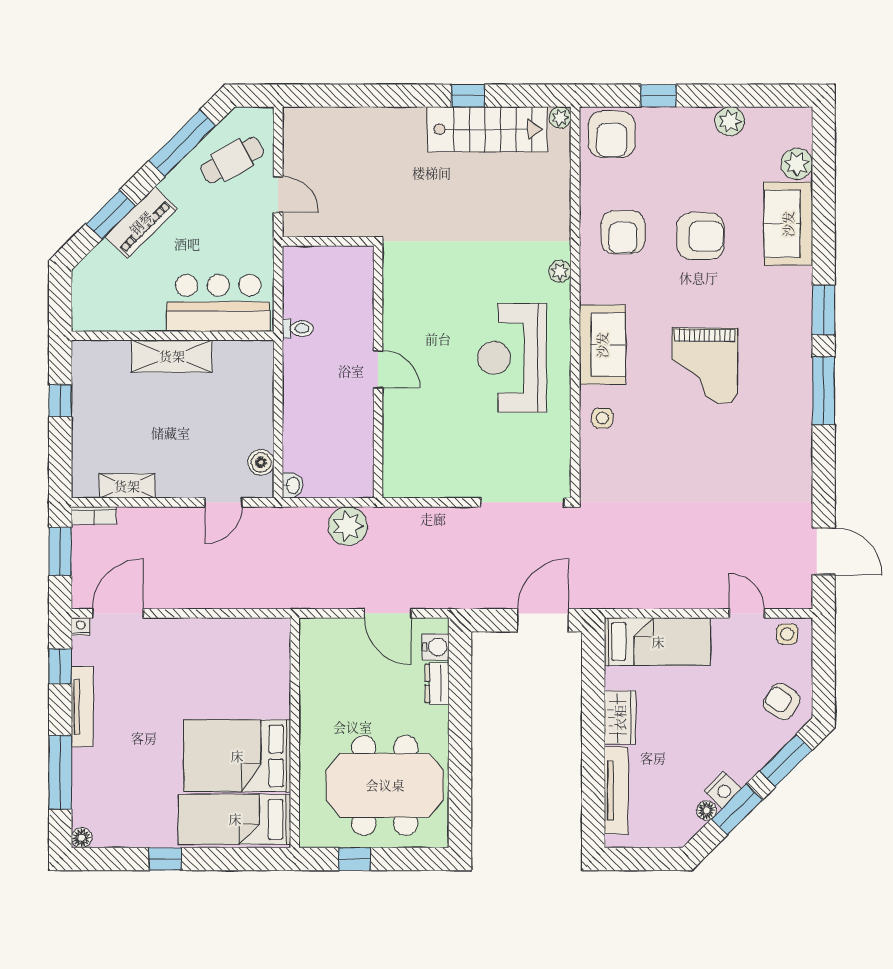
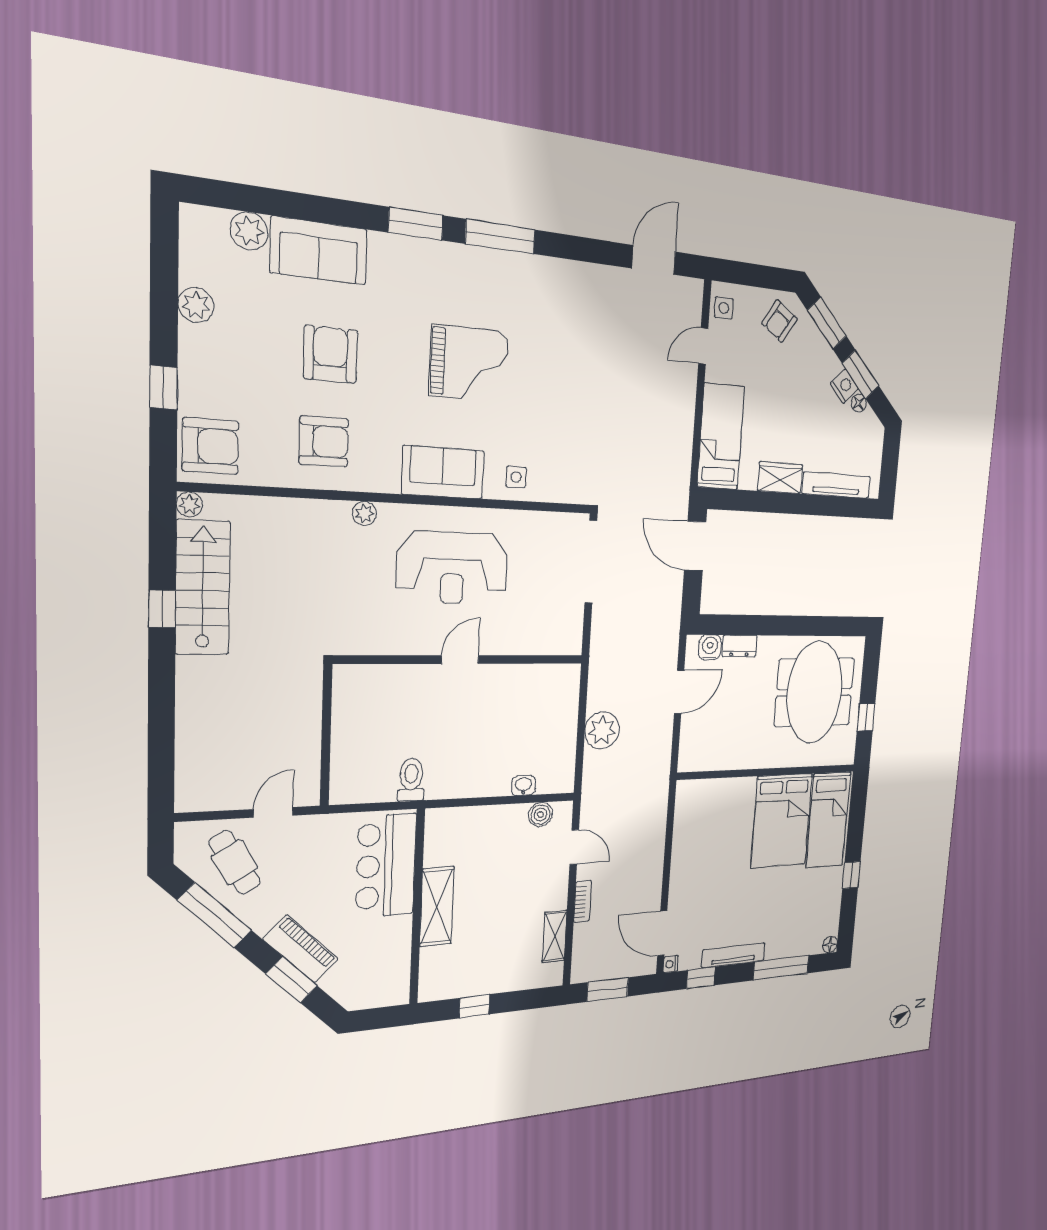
toilet: (298, 328) -> (411, 780), width x1.37, depth x1.39
door: (378, 369) -> (460, 660), moved
wall: (378, 372) -> (463, 660), moved
washbasin: (293, 485) -> (524, 786), moved
bookcase: (94, 516) -> (583, 902), moved

